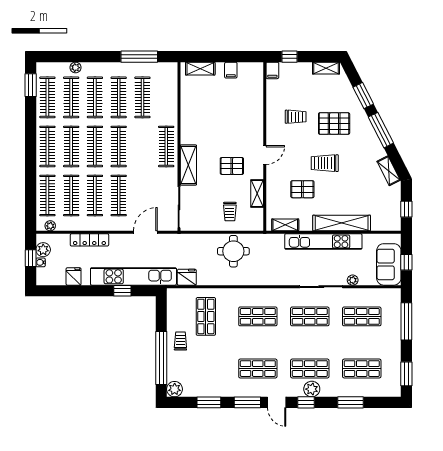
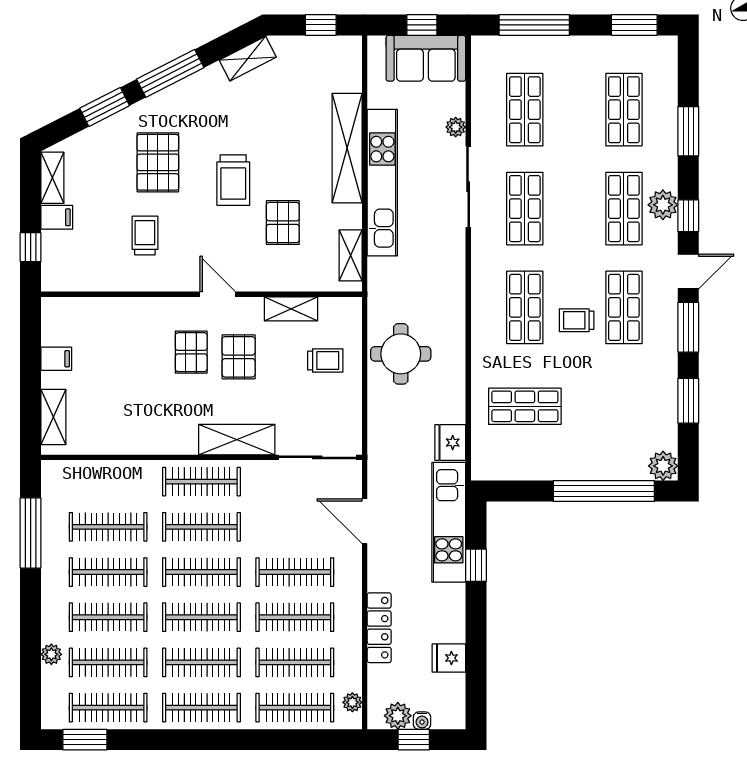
filing cabinet: (272, 70) -> (57, 217), moved
pallet: (234, 141) -> (191, 352), added
clothes rail: (142, 146) -> (201, 527), added
kitchen unit: (133, 276) -> (449, 522), width x0.73
trolley: (180, 341) -> (577, 320), moved

